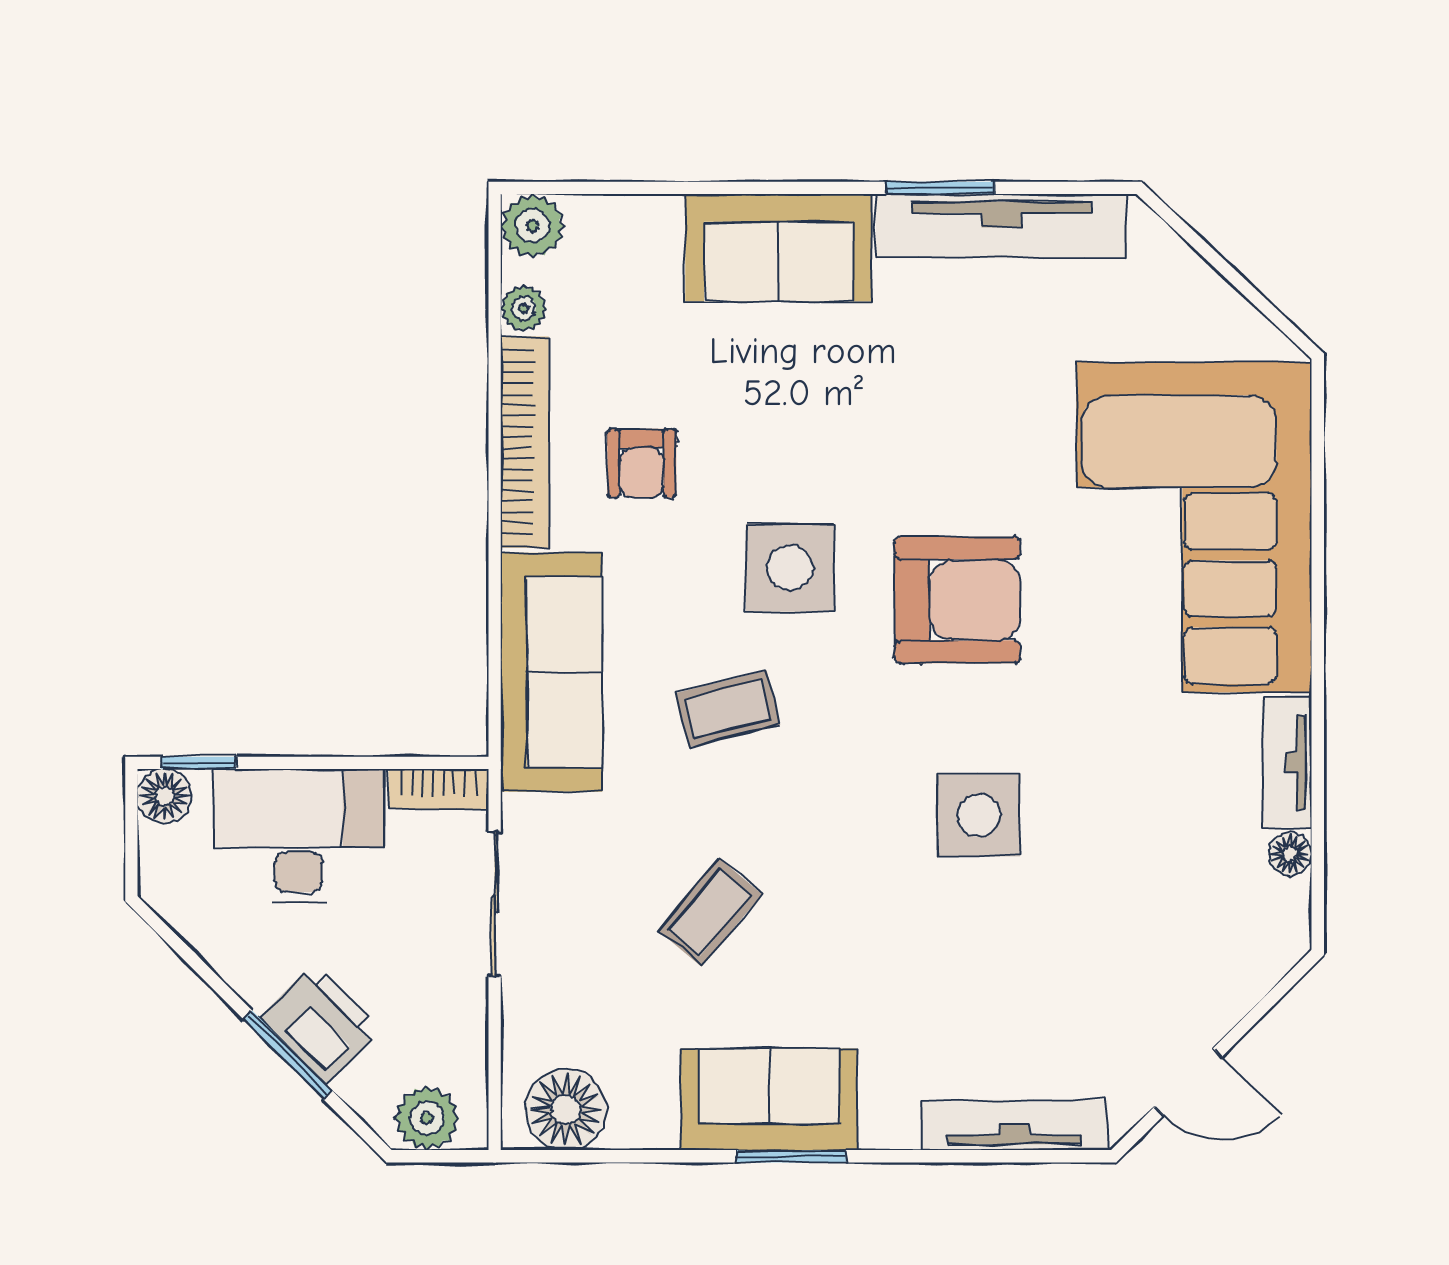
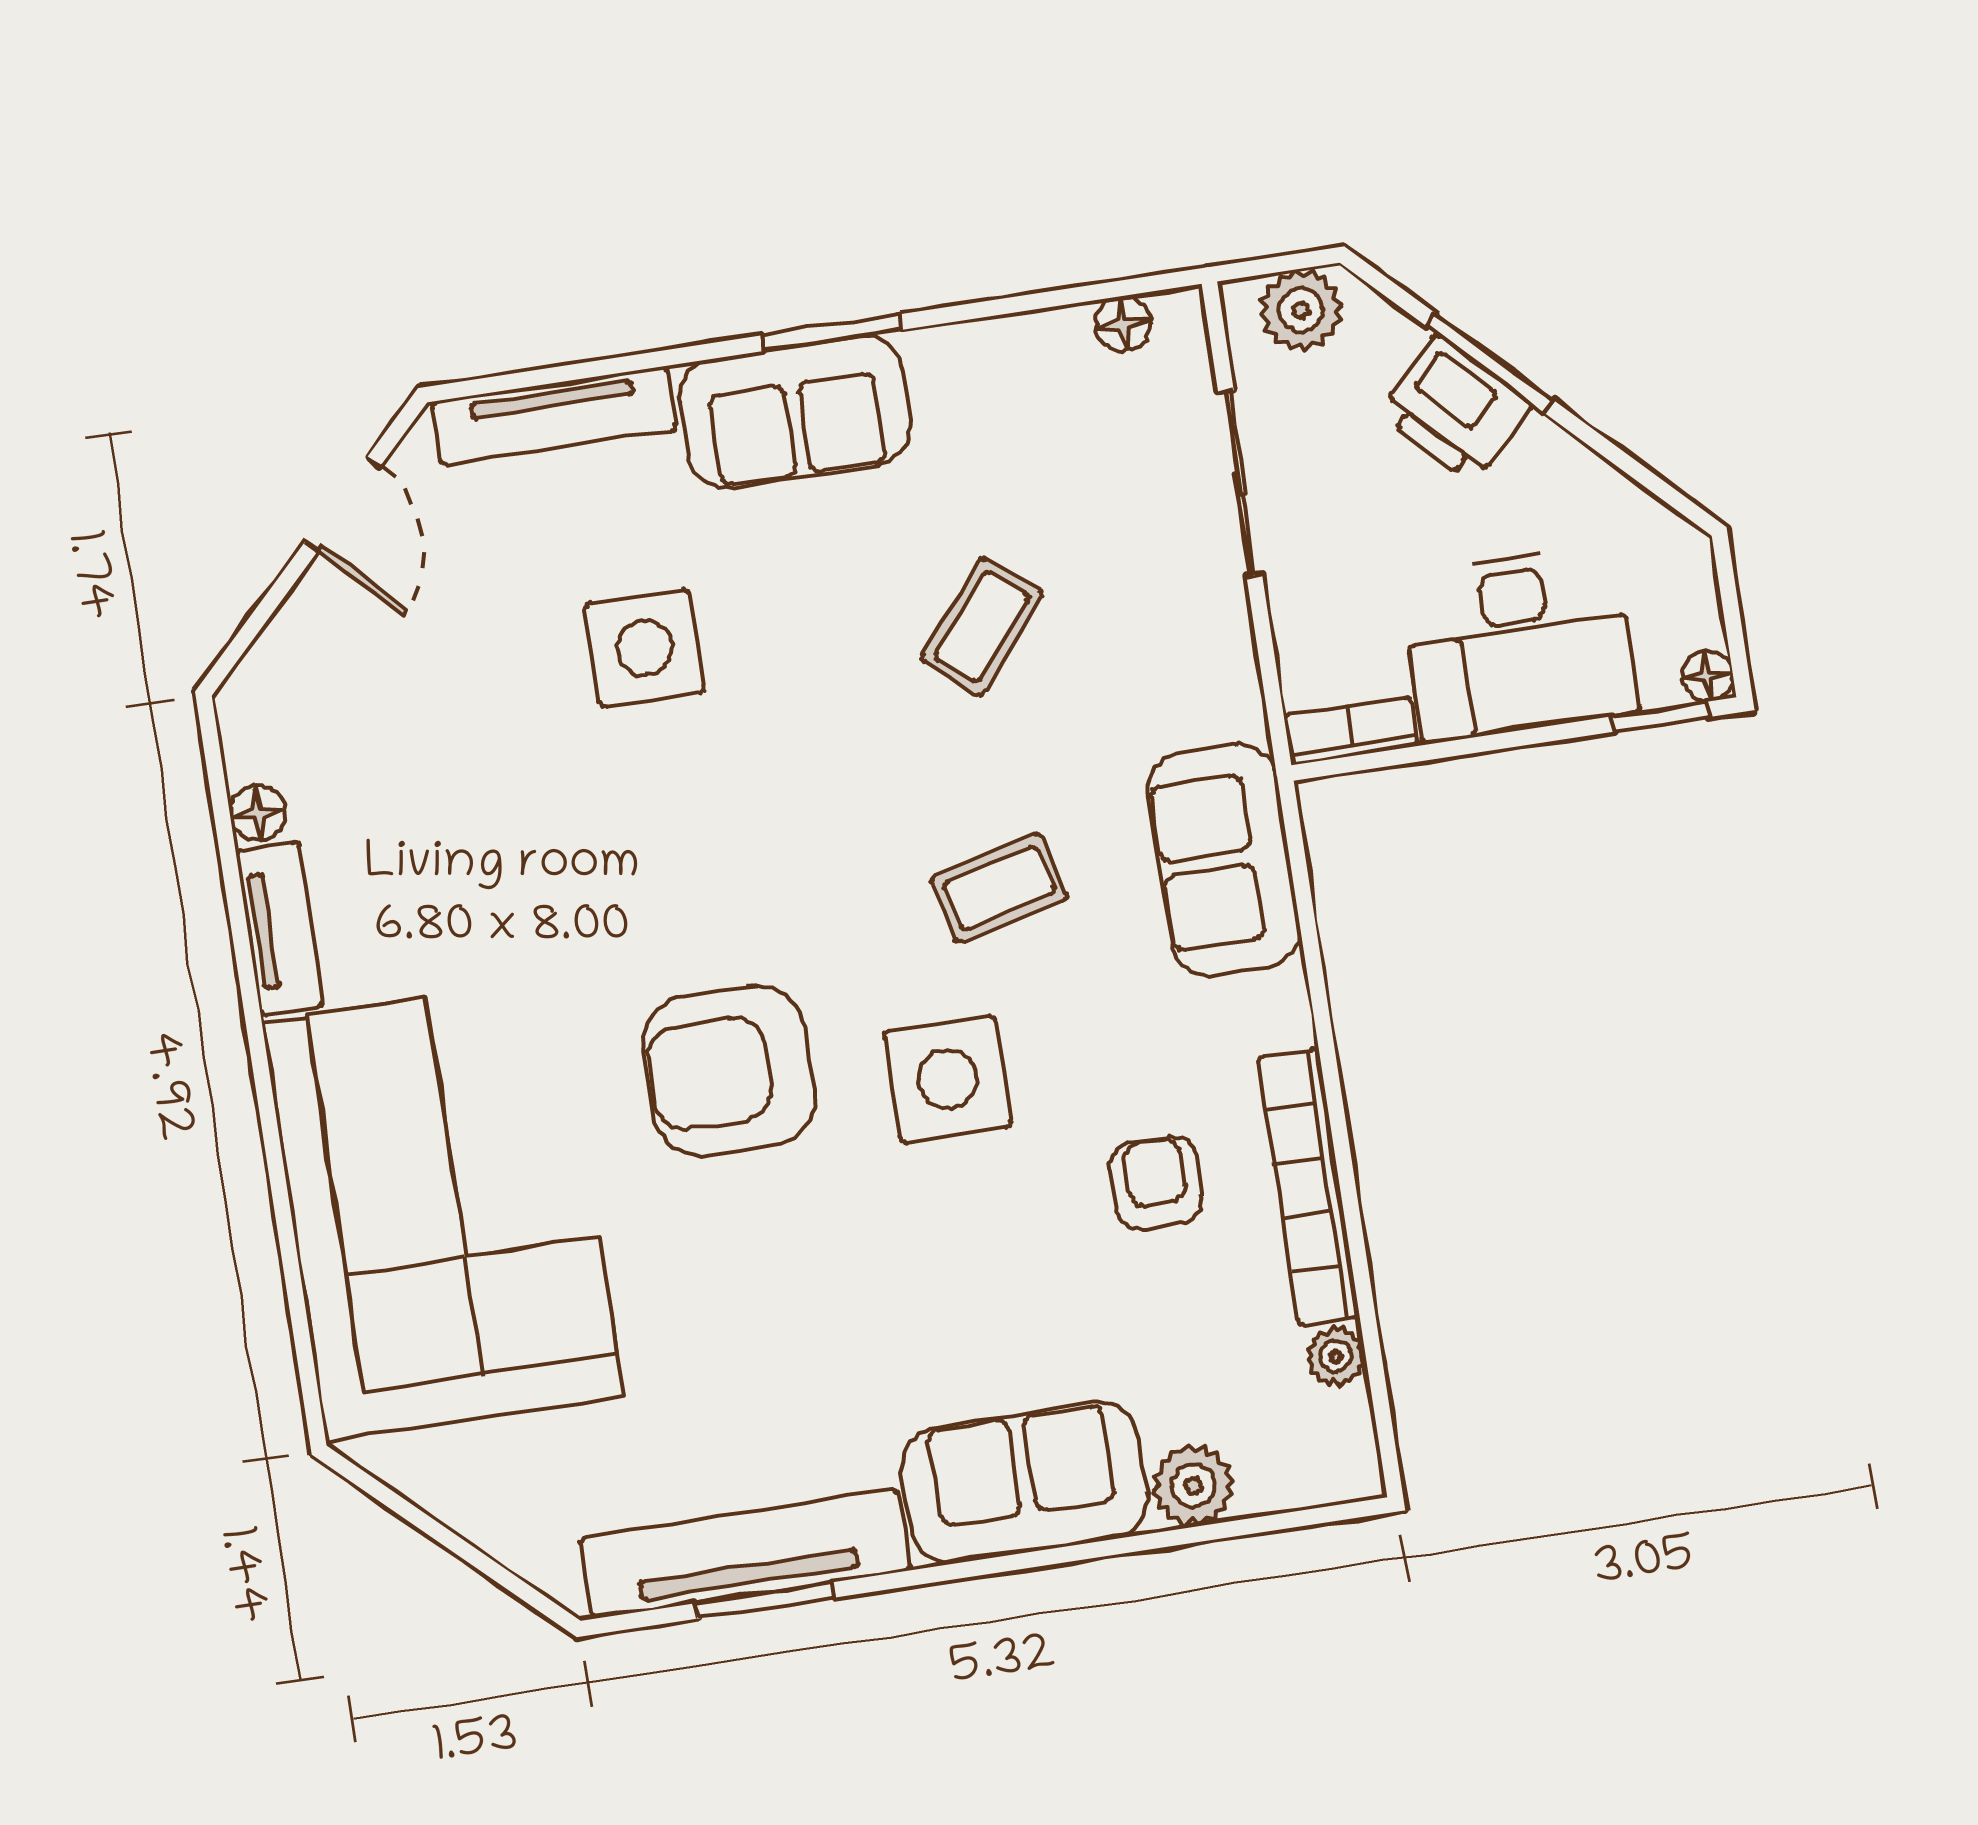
window: (940, 188) -> (765, 1600), moved
plant: (533, 226) -> (1193, 1486), moved
sofa: (551, 672) -> (1224, 860), width x0.73
floor lamp: (165, 796) -> (1708, 676), width x0.73, depth x0.73
side table: (979, 815) -> (645, 648), moved
sliding door: (495, 904) -> (1240, 483), moved
door: (1188, 1082) -> (343, 504), swing flipped
sofa: (769, 1099) -> (795, 412), moved
floor lamp: (566, 1110) -> (1123, 324), width x0.53, depth x0.53

